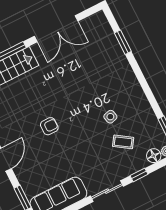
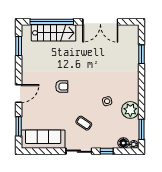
plant: (142, 113) -> (130, 110), added
coffee table: (123, 142) -> (84, 123), moved

